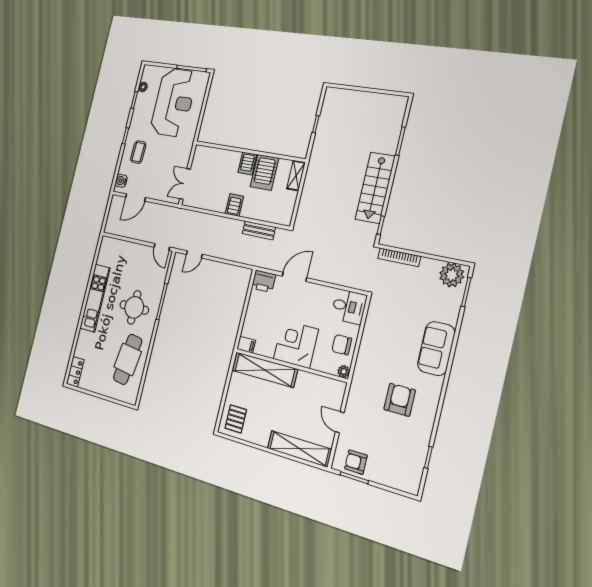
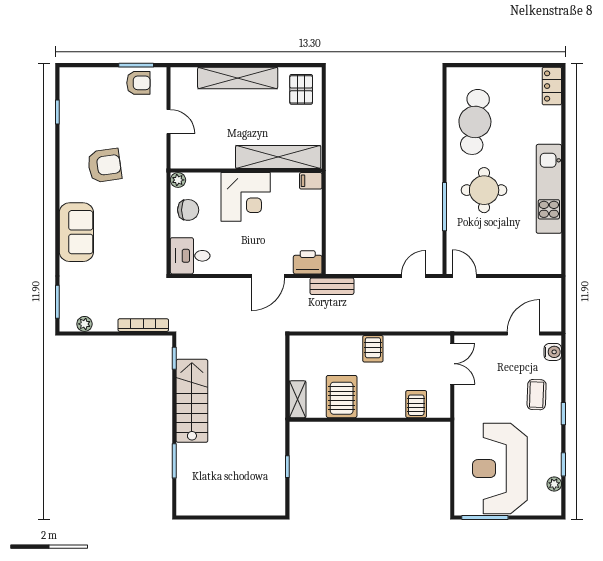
server rack: (247, 163) -> (416, 404), moved
bench: (259, 230) -> (332, 286), moved
plant: (452, 275) -> (84, 324), width x0.53, depth x0.53
armchair: (400, 400) -> (104, 165), turned -98
shelving: (299, 449) -> (238, 78), moved

